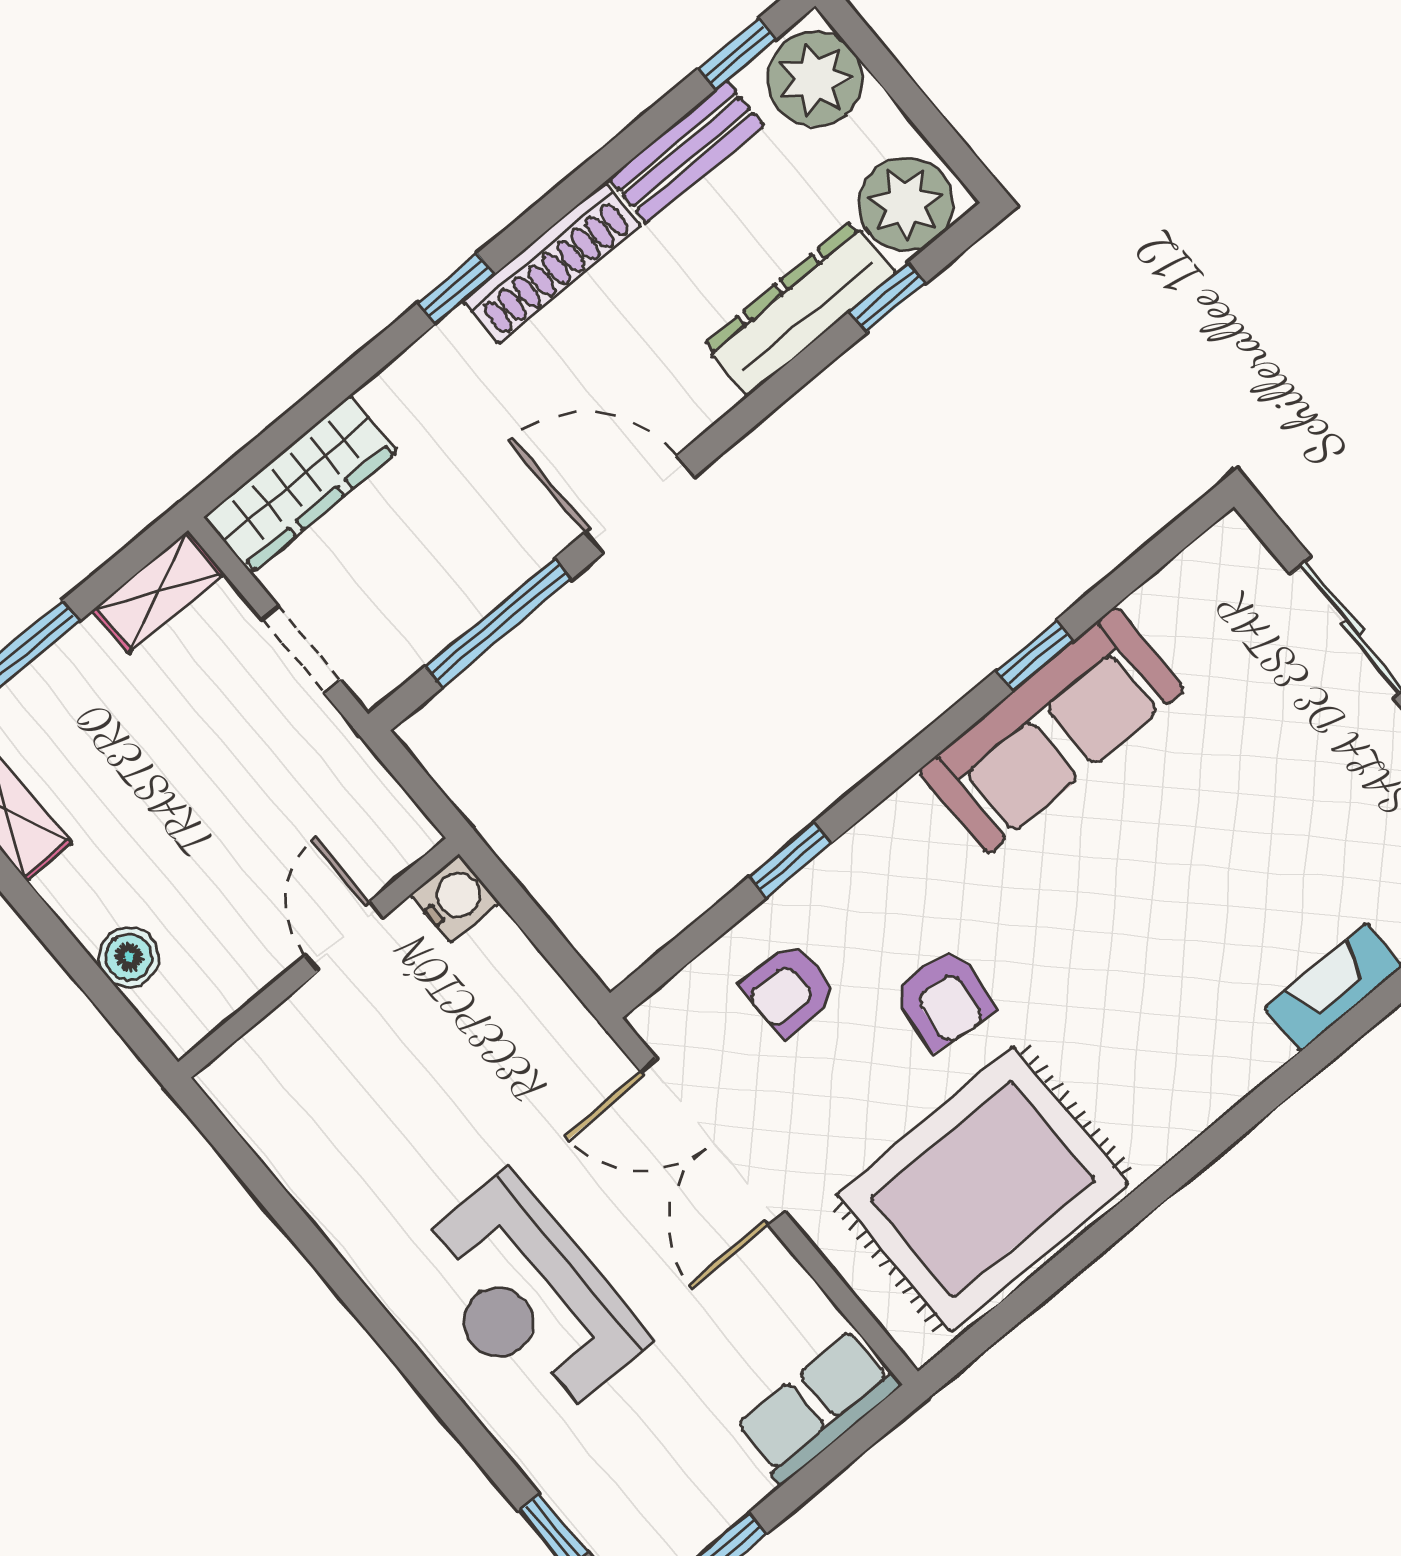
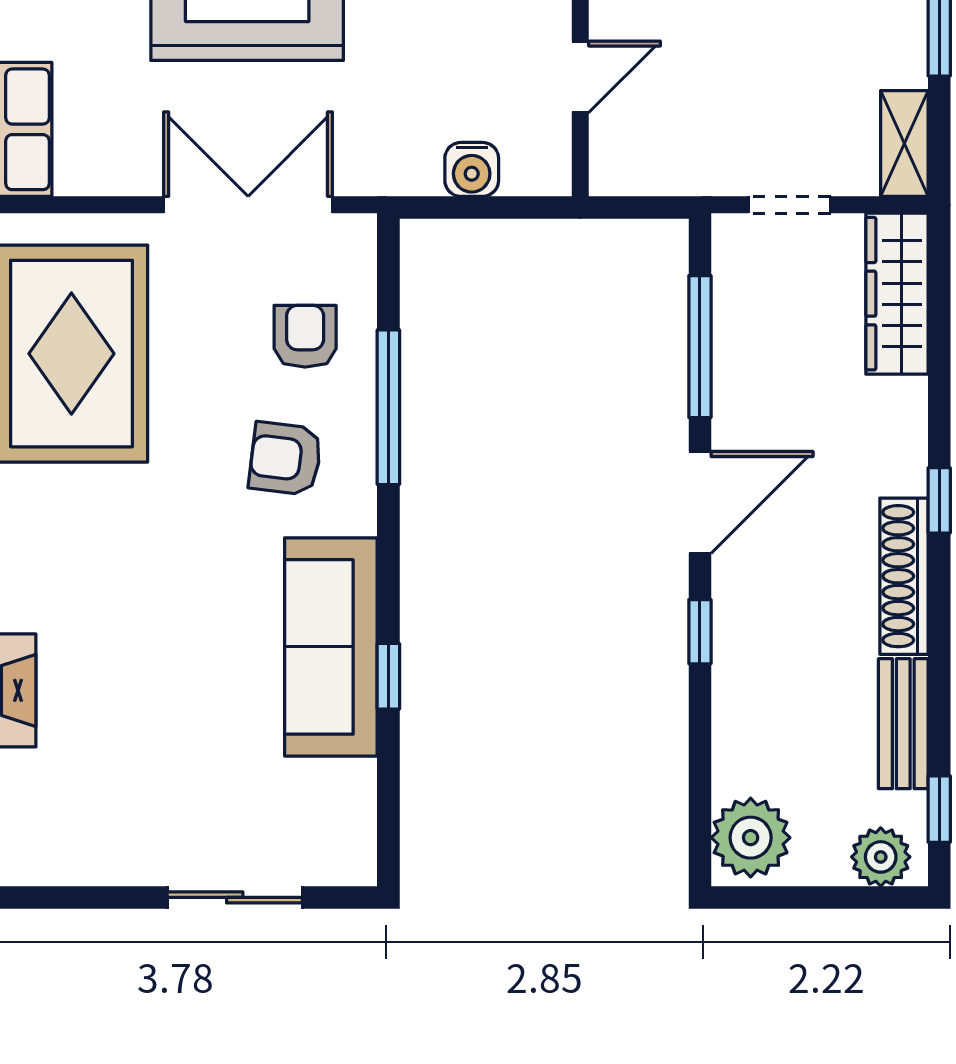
plant: (815, 79) -> (881, 857), width x0.73, depth x0.73
window: (887, 298) -> (700, 632), moved
dresser: (800, 309) -> (740, 712), removed
window: (790, 860) -> (388, 407), width x2.17
water cooler: (455, 898) -> (472, 169), moved
door: (344, 937) -> (580, 77), hinge flipped
armchair: (944, 999) -> (285, 459), moved

